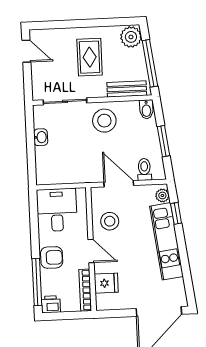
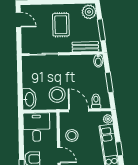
window: (150, 63) -> (101, 30), width x0.69
stool: (104, 121) -> (57, 95), moved
washbasin: (41, 137) -> (29, 99), moved, width x1.91, depth x1.45
window: (176, 213) -> (119, 149), moved

